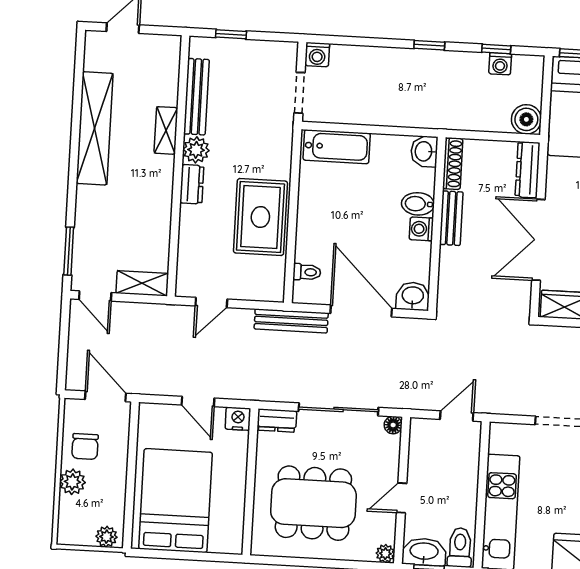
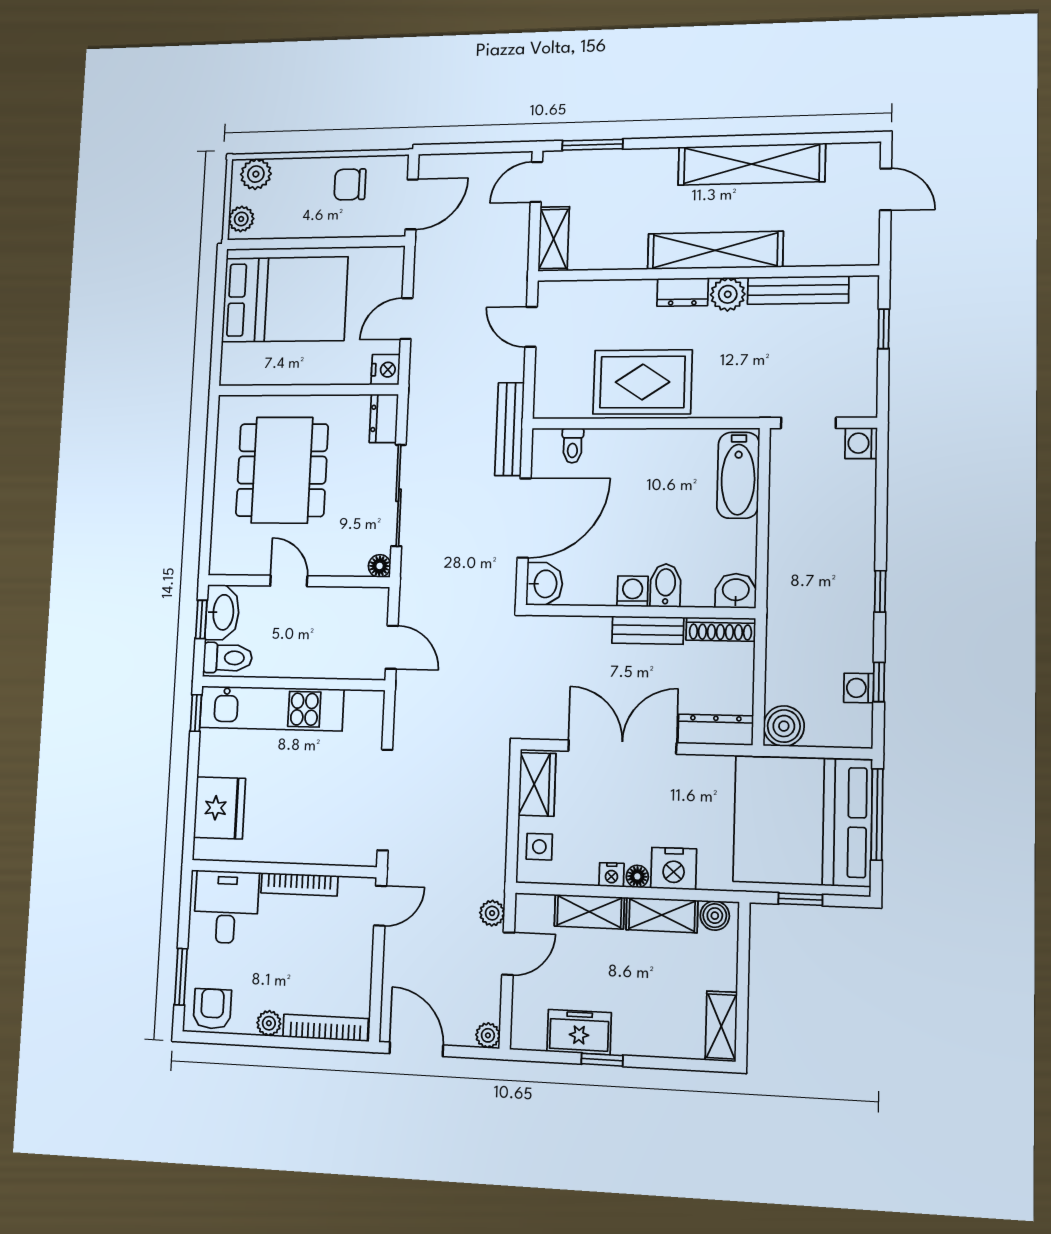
shelving: (166, 130) -> (715, 250), width x2.20, depth x1.33
plant: (72, 482) -> (256, 174), moved
plant: (385, 554) -> (220, 564), removed

